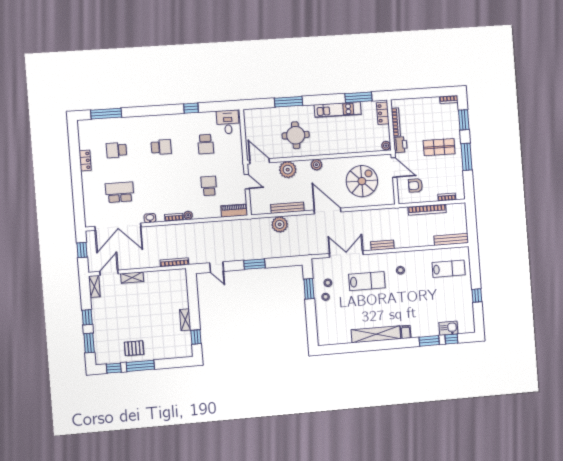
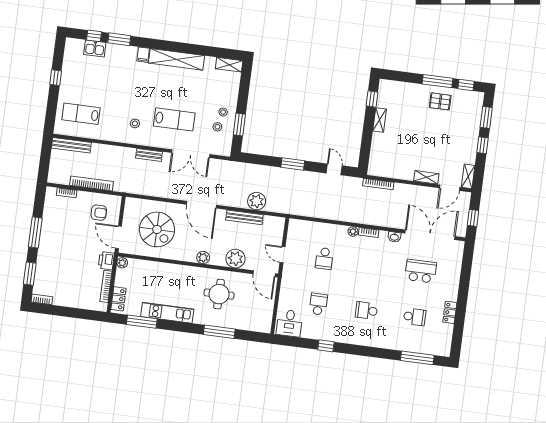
shop shelf: (439, 147) -> (64, 249), removed
spiral stairs: (362, 181) -> (157, 229), turned -90
school desk: (120, 192) -> (421, 271), turned 180
piano: (234, 211) -> (303, 226), removed
lab bench: (367, 281) -> (174, 119), turned 180
shelving: (329, 340) -> (229, 65), added

